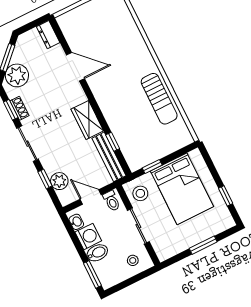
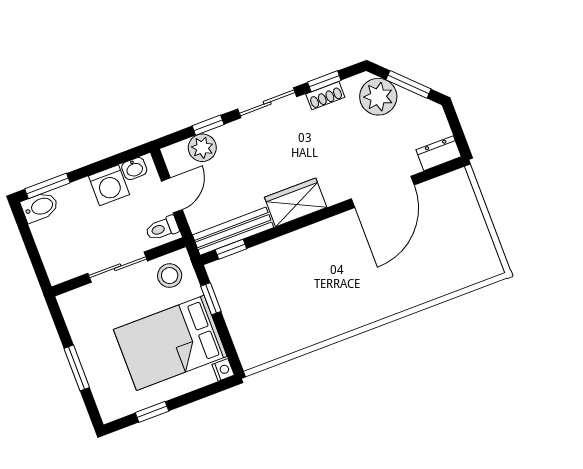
door: (75, 67) -> (383, 192), width x1.36
sun lounger: (159, 99) -> (318, 321), removed
window: (113, 142) -> (231, 249), moved
nightstand: (195, 154) -> (223, 370), added
bidet: (97, 253) -> (40, 207), moved, turned -90
stool: (133, 260) -> (63, 253), removed

